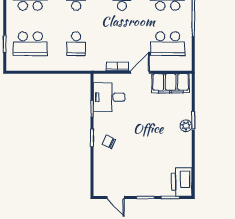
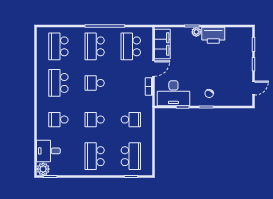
school desk: (168, 44) -> (131, 46), turned 180
door: (140, 72) -> (154, 69), swing flipped
desk: (109, 97) -> (173, 93), width x1.37
printer: (182, 182) -> (213, 35), moved

